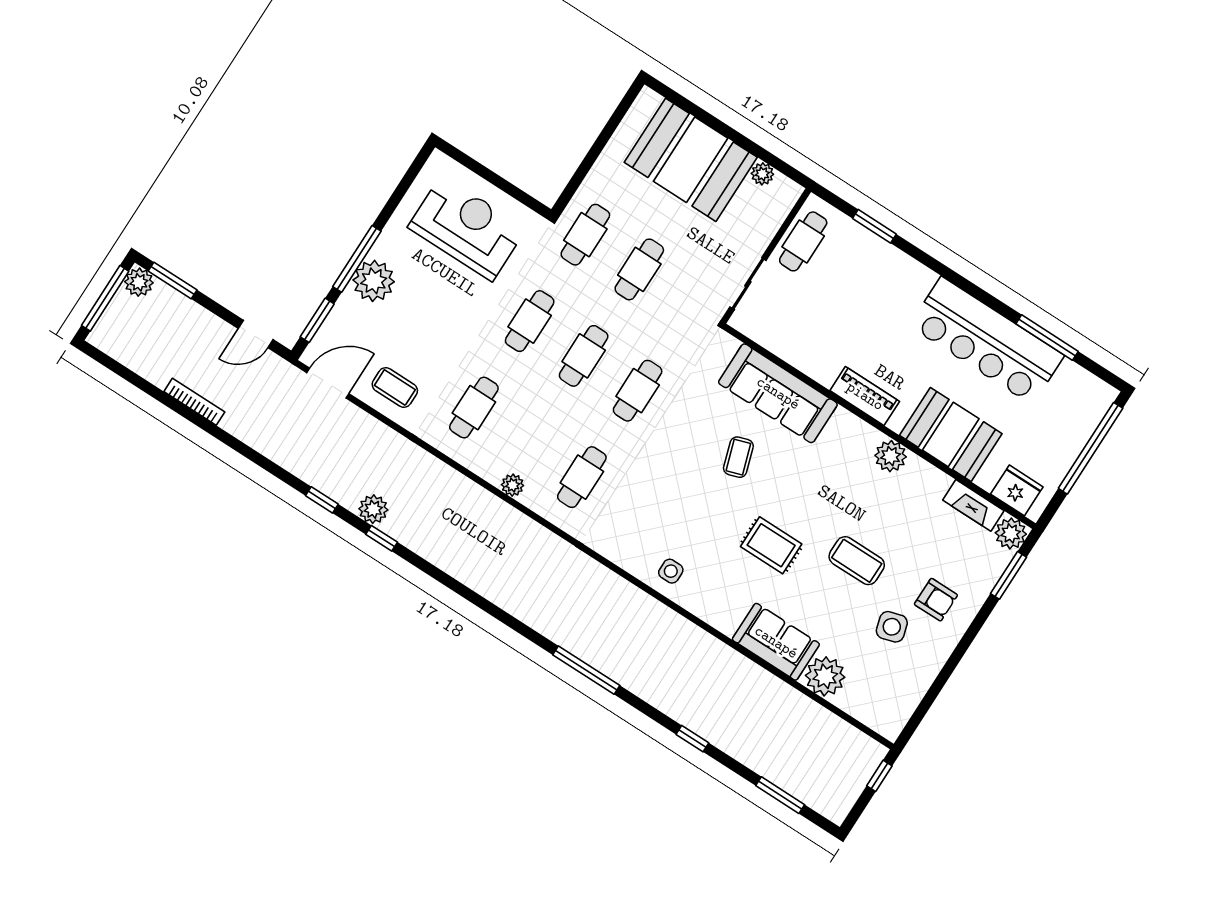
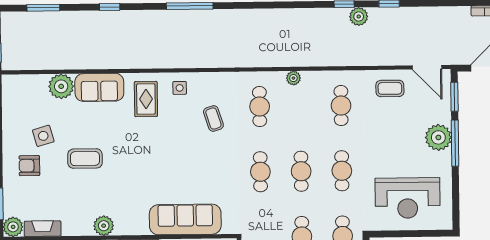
door: (328, 383) -> (427, 67), hinge flipped
coffee table: (738, 457) -> (213, 119), moved
rug: (771, 545) -> (146, 99), moved, turned 90

